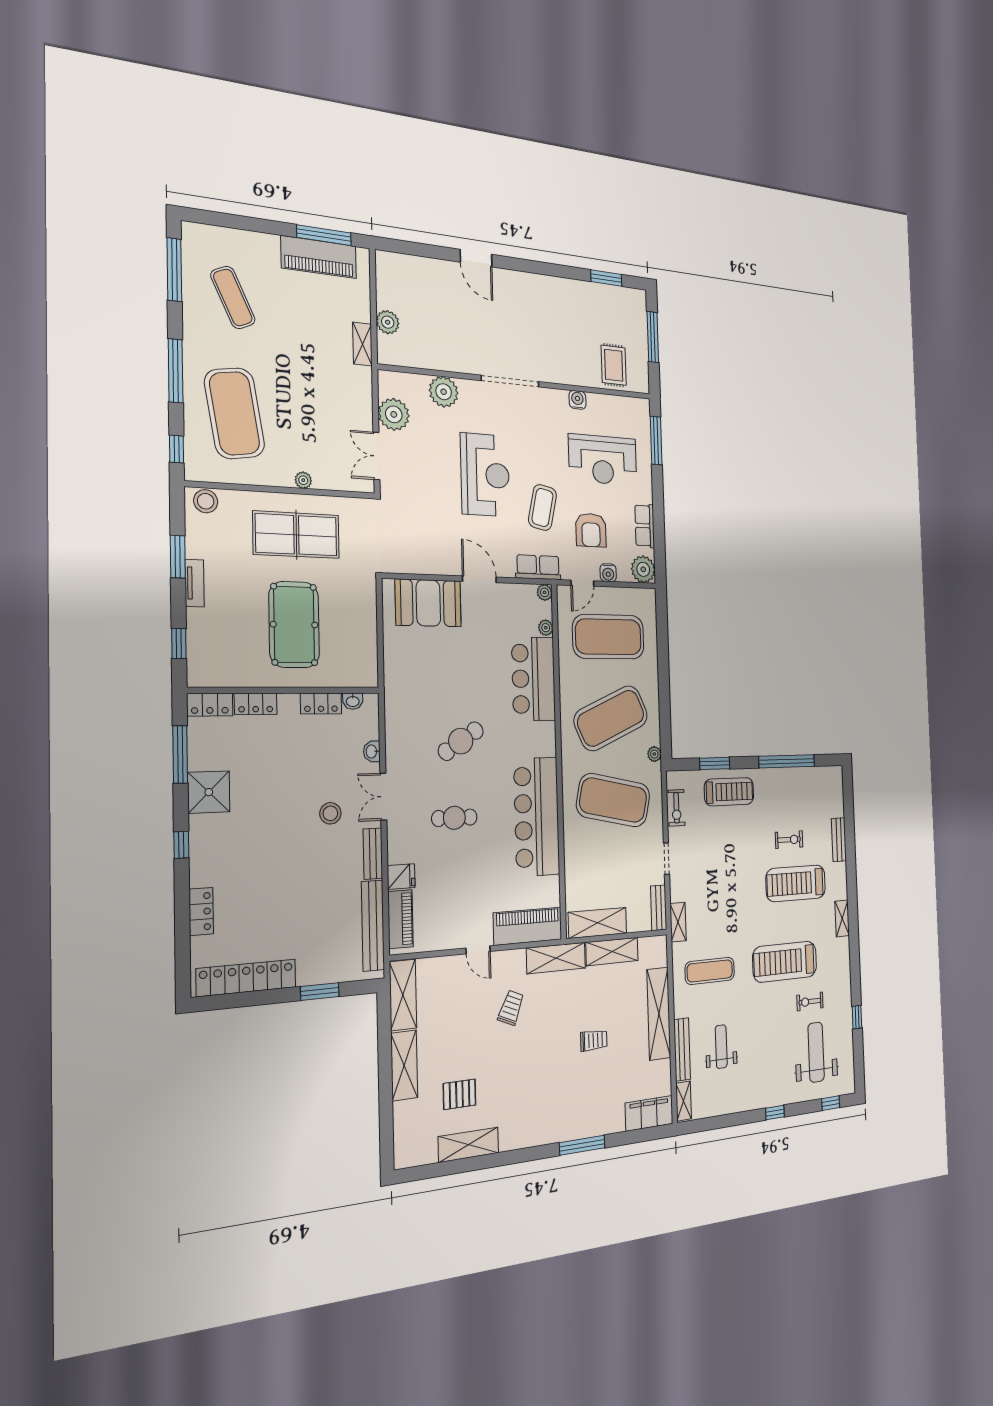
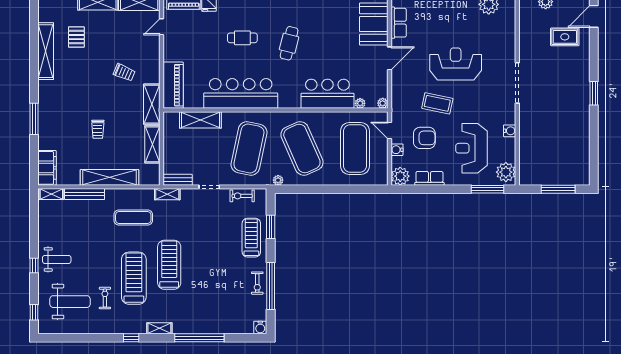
door: (476, 258) -> (594, 16), moved
window: (606, 278) -> (594, 93), moved
rug: (614, 365) -> (565, 37), moved
plant: (444, 392) -> (506, 172), moved
reception desk: (485, 475) -> (456, 64), turned 180
armchair: (591, 530) -> (424, 138), turned 180
row of seats: (538, 567) -> (399, 23), moved
cafe table: (461, 741) -> (289, 43), turned 47
water cooler: (836, 774) -> (260, 327), added
treadmill: (729, 792) -> (251, 238), turned 180
cafe table: (454, 818) -> (242, 38), turned 90
exercise bike: (789, 840) -> (257, 283), moved
bench: (839, 840) -> (214, 328), removed
window: (851, 860) -> (199, 338), added
treadmill: (796, 883) -> (169, 265), moved
shelving: (598, 923) -> (200, 120), moved, turned 90
door: (478, 950) -> (161, 27), moved
exercise mat: (710, 971) -> (133, 218), turned 90
window: (857, 1017) -> (131, 338), moved
weight bench: (721, 1047) -> (57, 259), moved
shelving: (469, 1145) -> (46, 51), width x1.47

